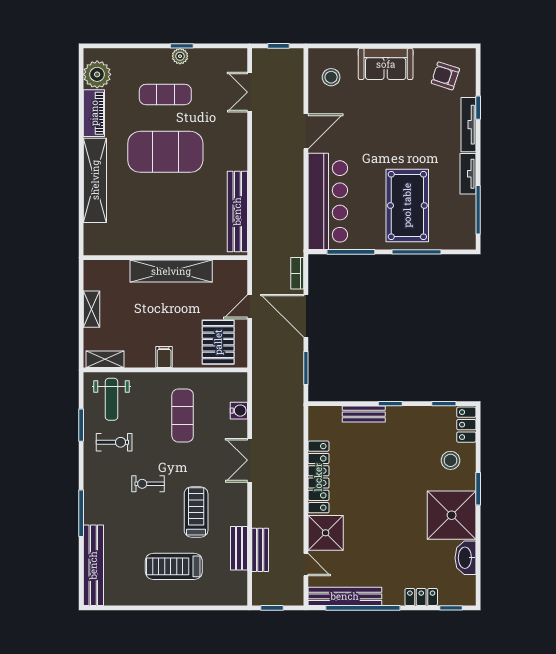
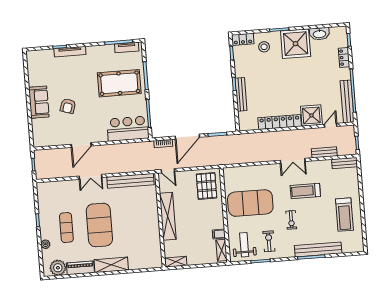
plant: (180, 56) -> (45, 244), moved
armchair: (445, 76) -> (68, 106), moved
stool: (331, 77) -> (49, 133), removed
double door: (250, 92) -> (91, 177), moved
door: (306, 131) -> (81, 145), swing flipped
tv unit: (468, 174) -> (127, 47), moved
shelving: (95, 180) -> (111, 265), width x0.68
bar counter: (328, 201) -> (128, 129), width x0.73
door: (250, 307) -> (168, 171), moved
shelving: (92, 309) -> (176, 262), moved
pallet: (218, 342) -> (207, 186), turned 90
filing cabinet: (164, 357) -> (219, 234), moved
weight bench: (111, 399) -> (244, 245), turned -90
water cooler: (239, 411) -> (245, 171), removed
bench: (364, 414) -> (241, 94), width x1.36
exercise mat: (183, 415) -> (250, 203), width x2.00, depth x1.45
double door: (250, 460) -> (293, 161), moved
bench: (239, 548) -> (345, 163), moved
bench: (93, 565) -> (318, 249), moved
treadmill: (174, 566) -> (344, 215), moved

